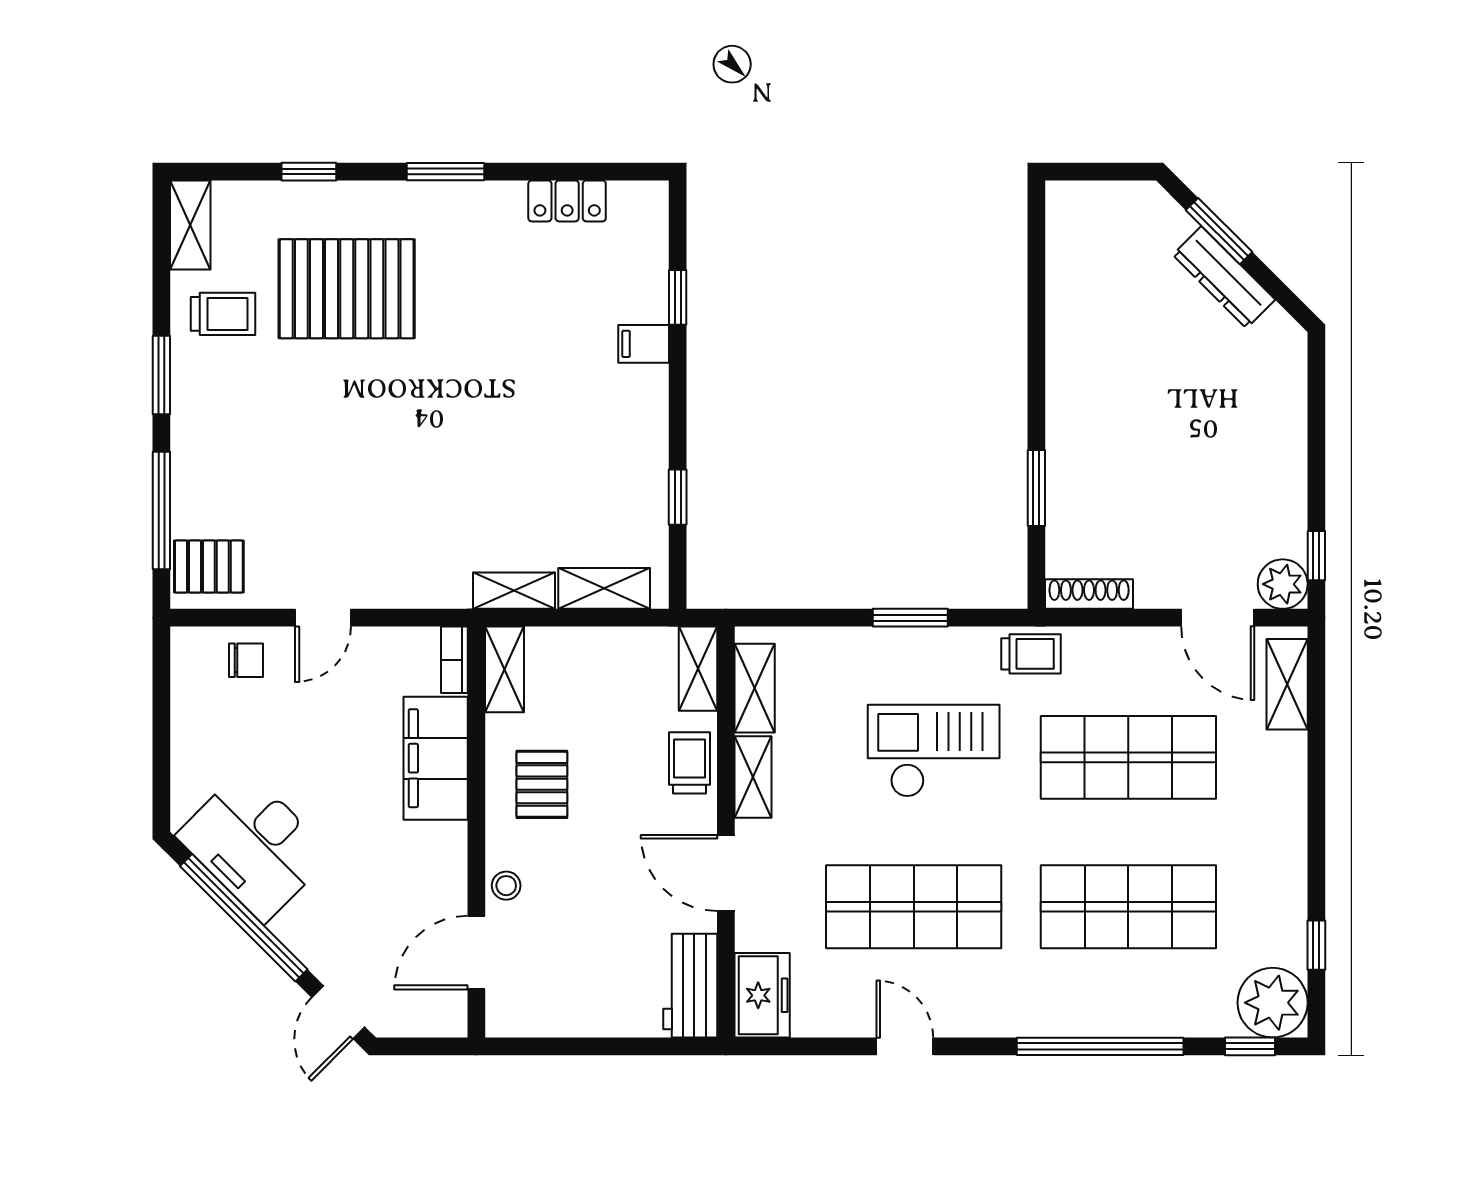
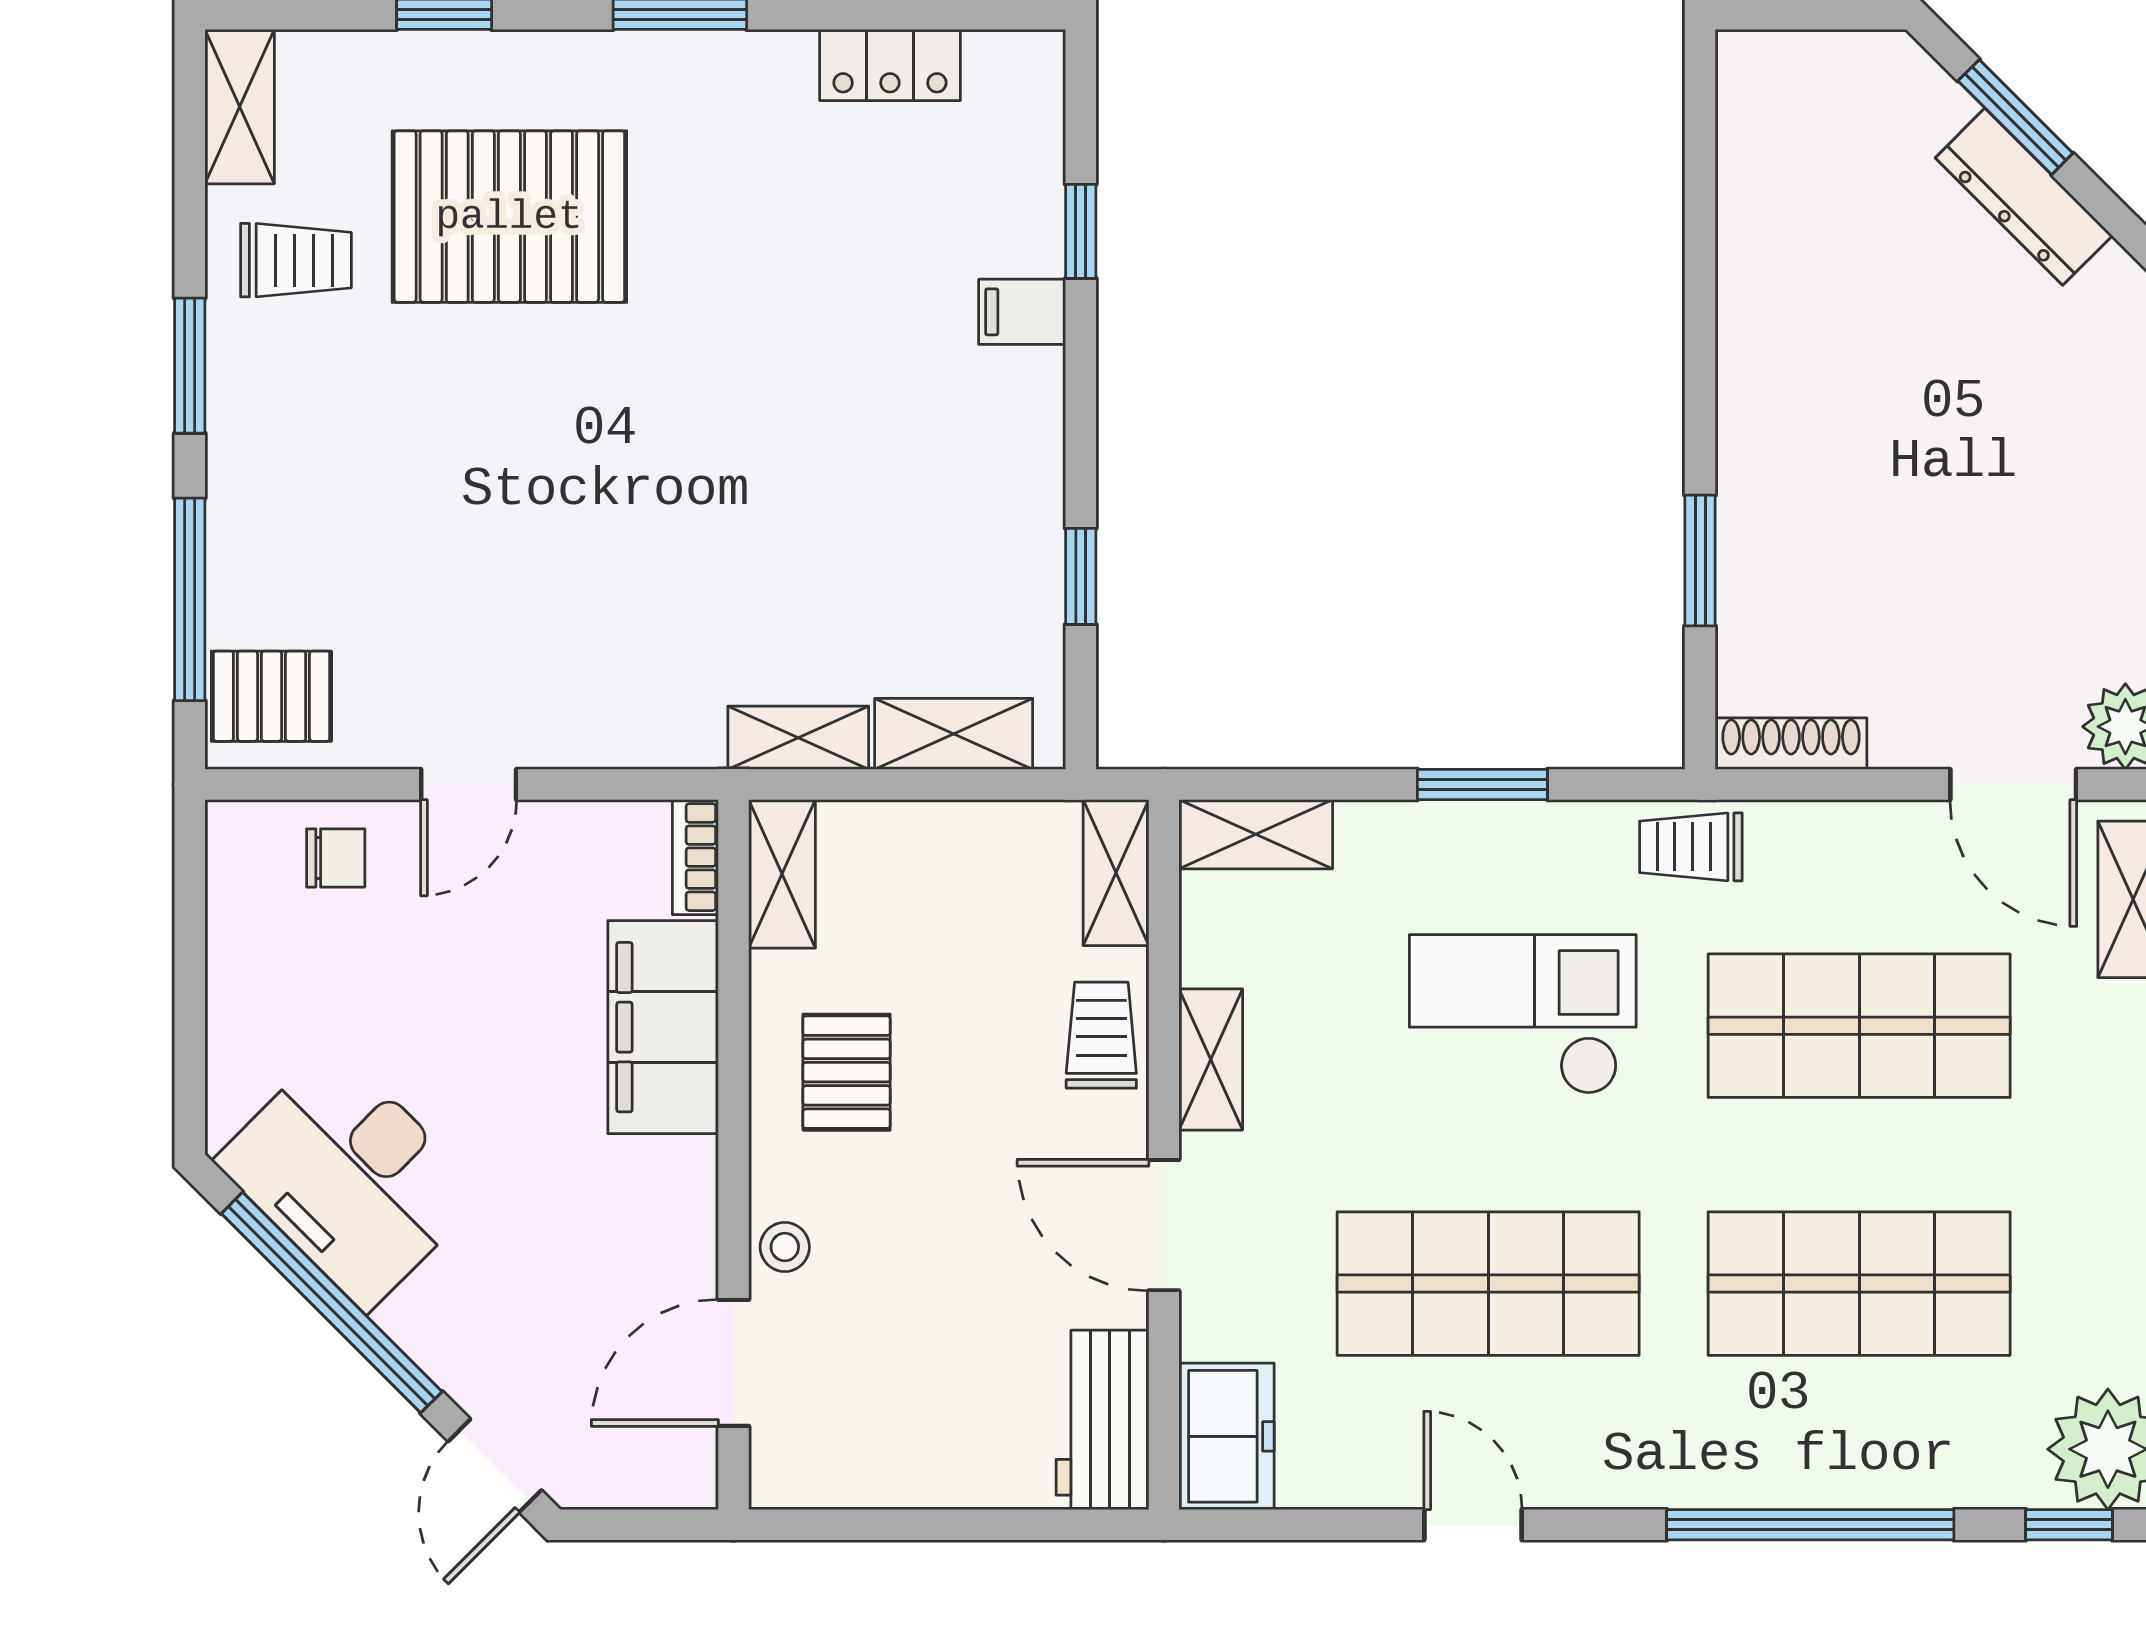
trolley: (1031, 654) -> (1691, 847), turned 180
shelving: (755, 688) -> (1256, 834), moved, turned 90

